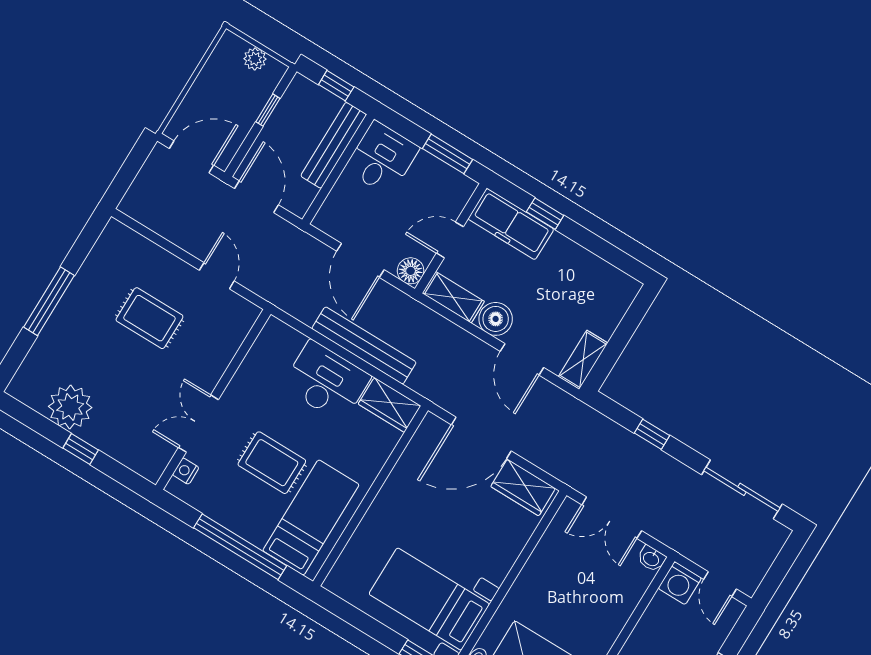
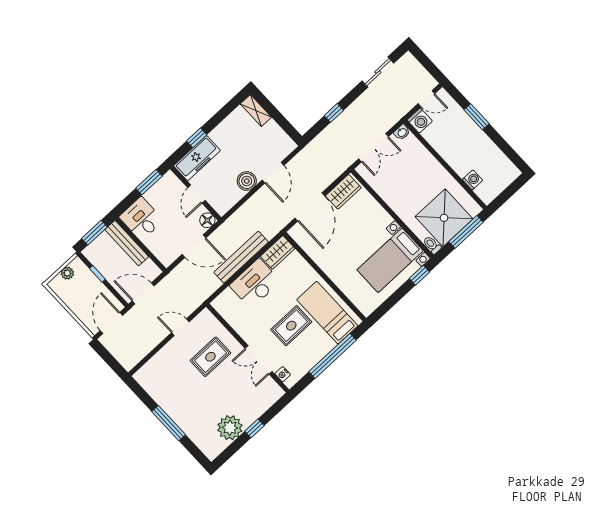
window: (336, 86) -> (94, 233), width x1.50
shelving: (453, 297) -> (228, 201), removed
rug: (149, 318) -> (210, 357), moved
door: (522, 359) -> (273, 173), hinge flipped
shelving: (583, 360) -> (256, 111), moved
sliding door: (742, 489) -> (378, 72), width x0.73

